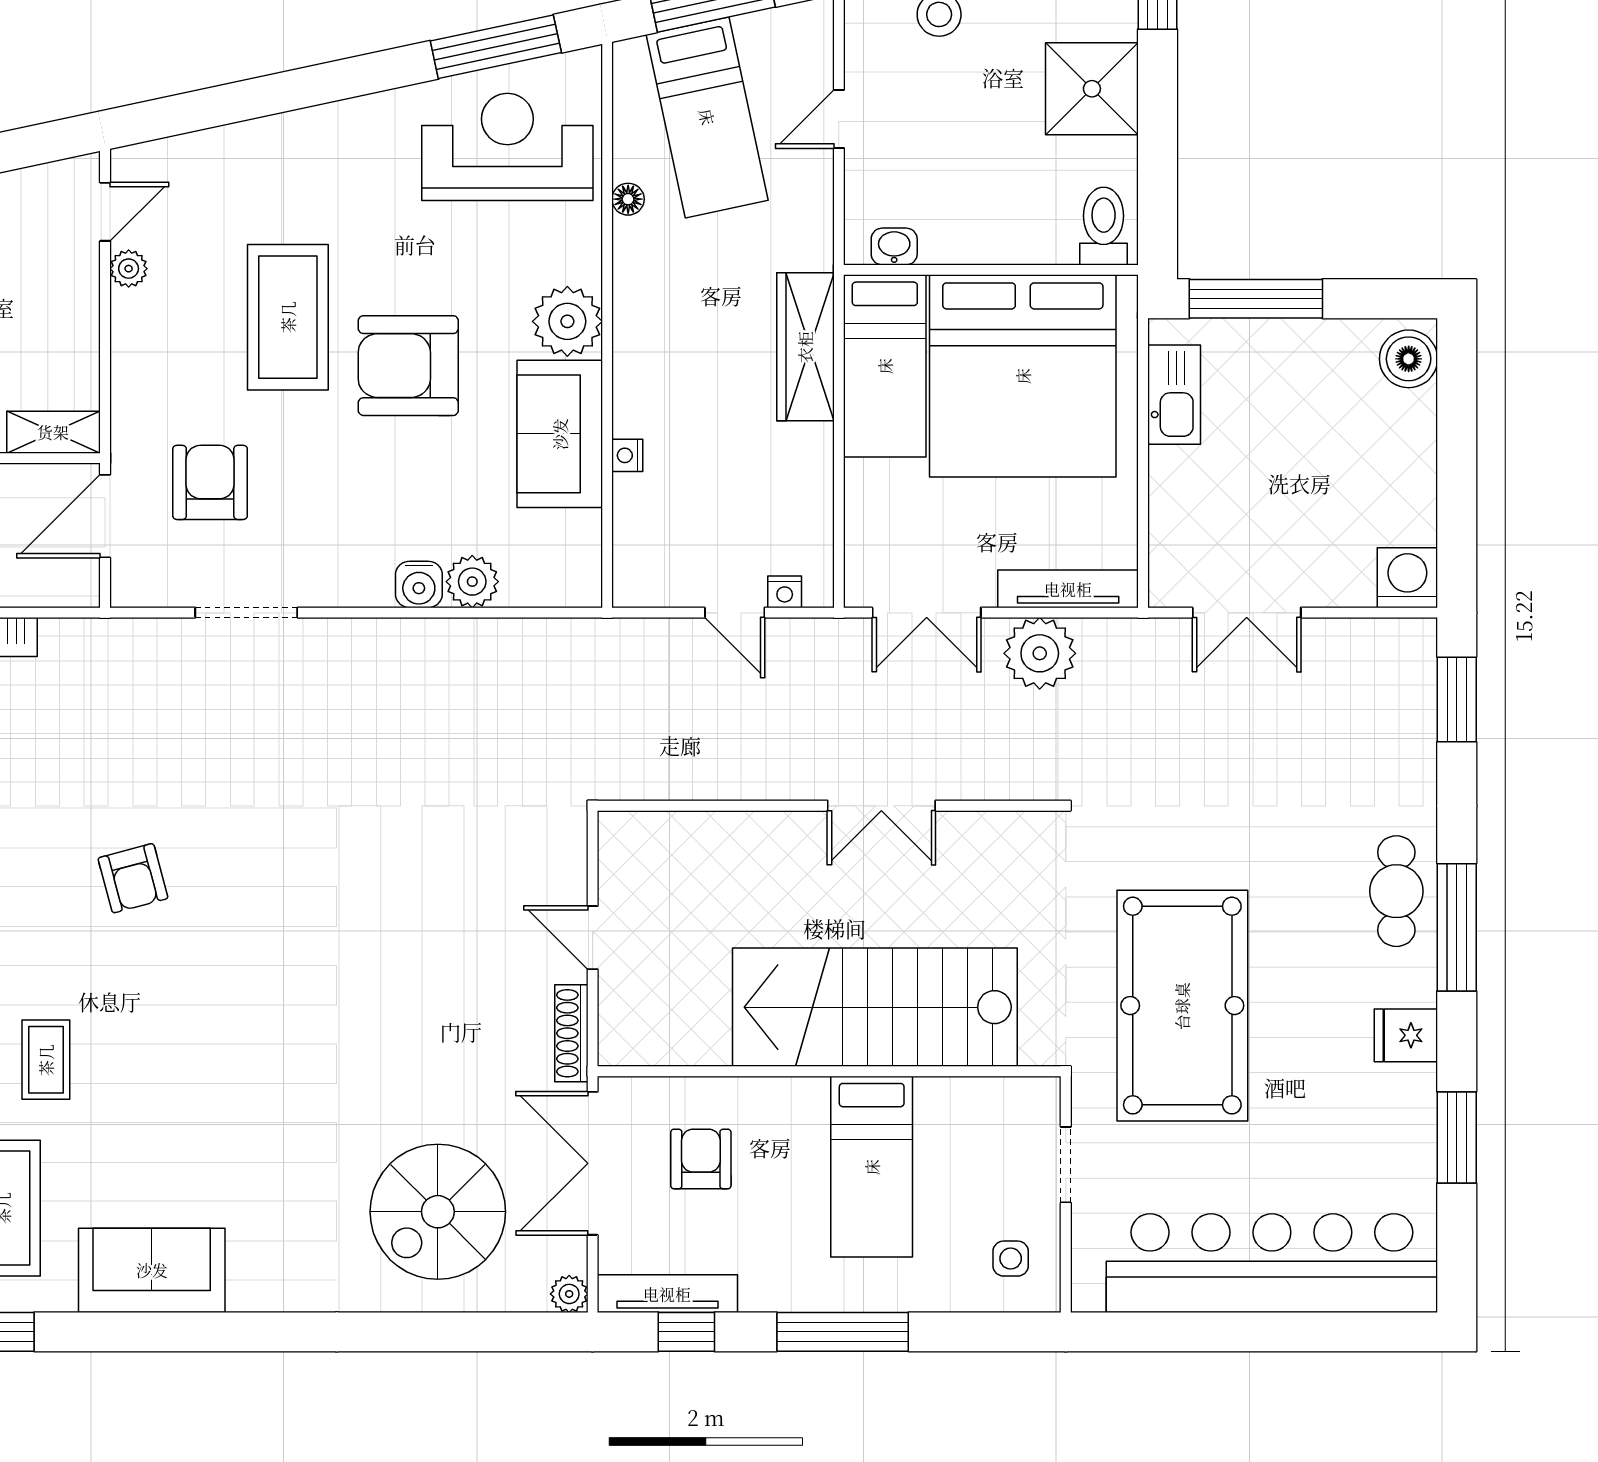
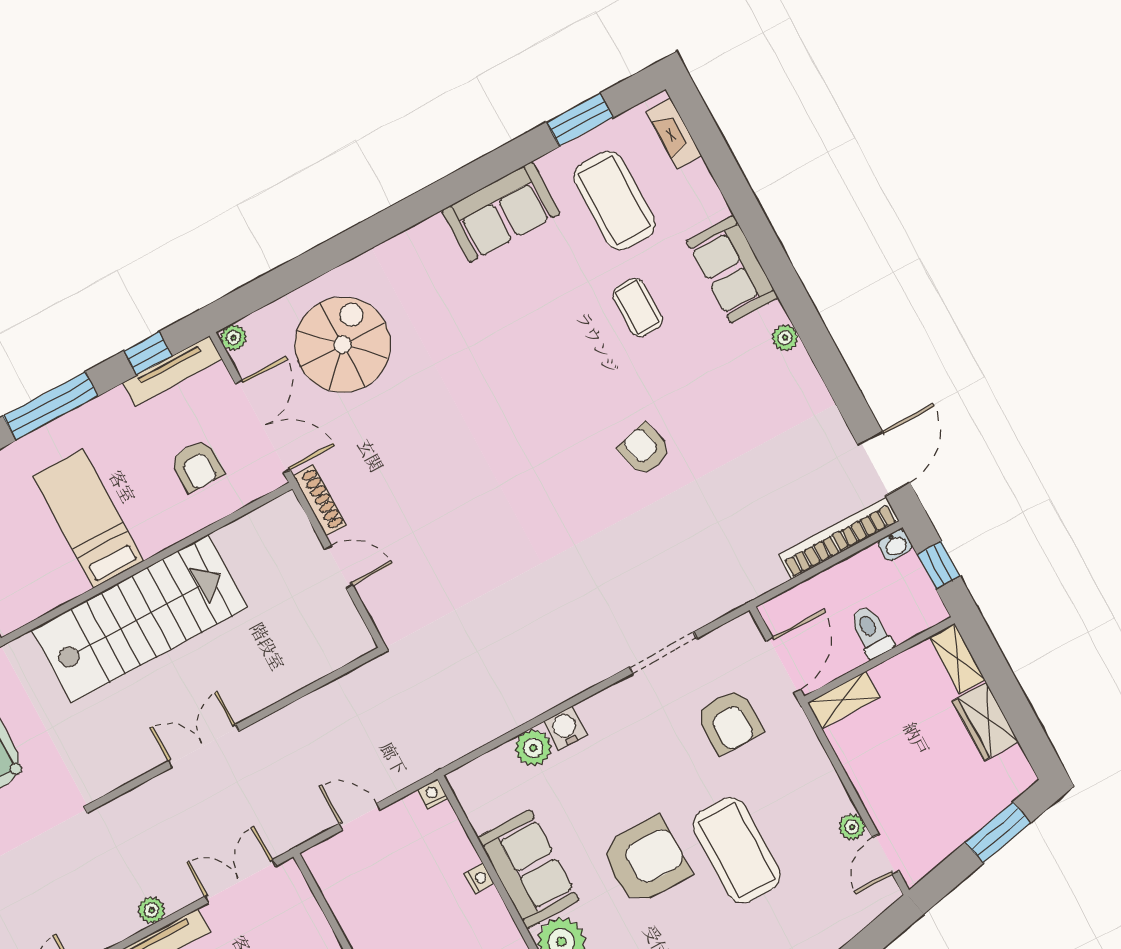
nightstand: (785, 592) -> (432, 794), moved
plant: (1040, 653) -> (151, 910), width x0.53, depth x0.53

